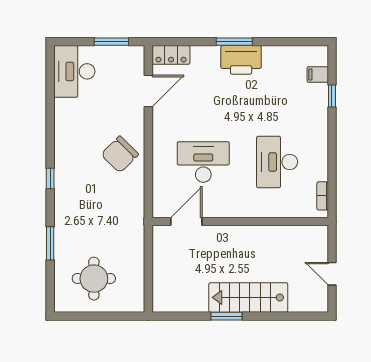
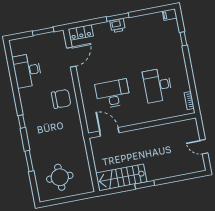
printer: (241, 60) -> (118, 26), width x0.53, depth x0.68
desk: (74, 71) -> (27, 70), moved
filing cabinet: (318, 74) -> (170, 14), moved
chair: (120, 154) -> (61, 99), turned -135
door: (186, 221) -> (109, 132), hinge flipped
stairs: (248, 297) -> (121, 177), moved

